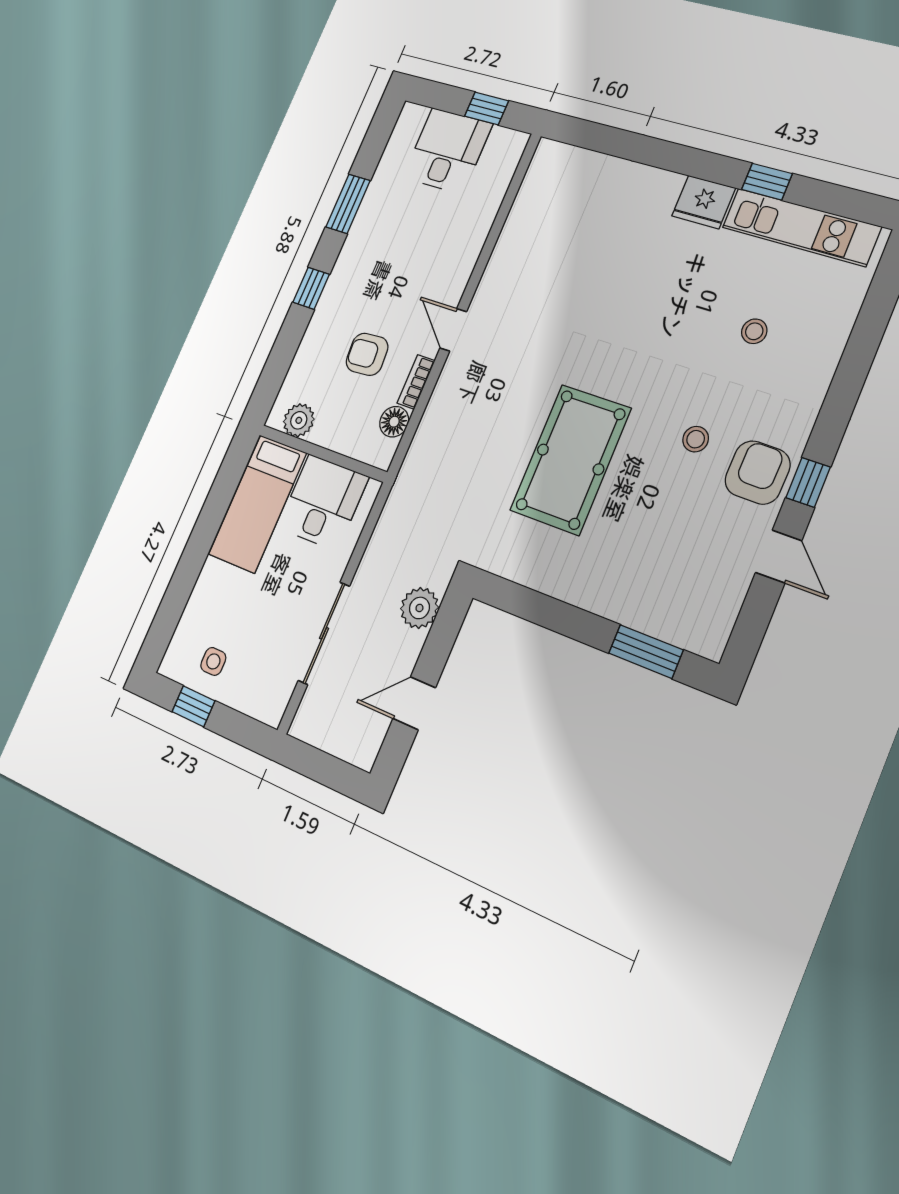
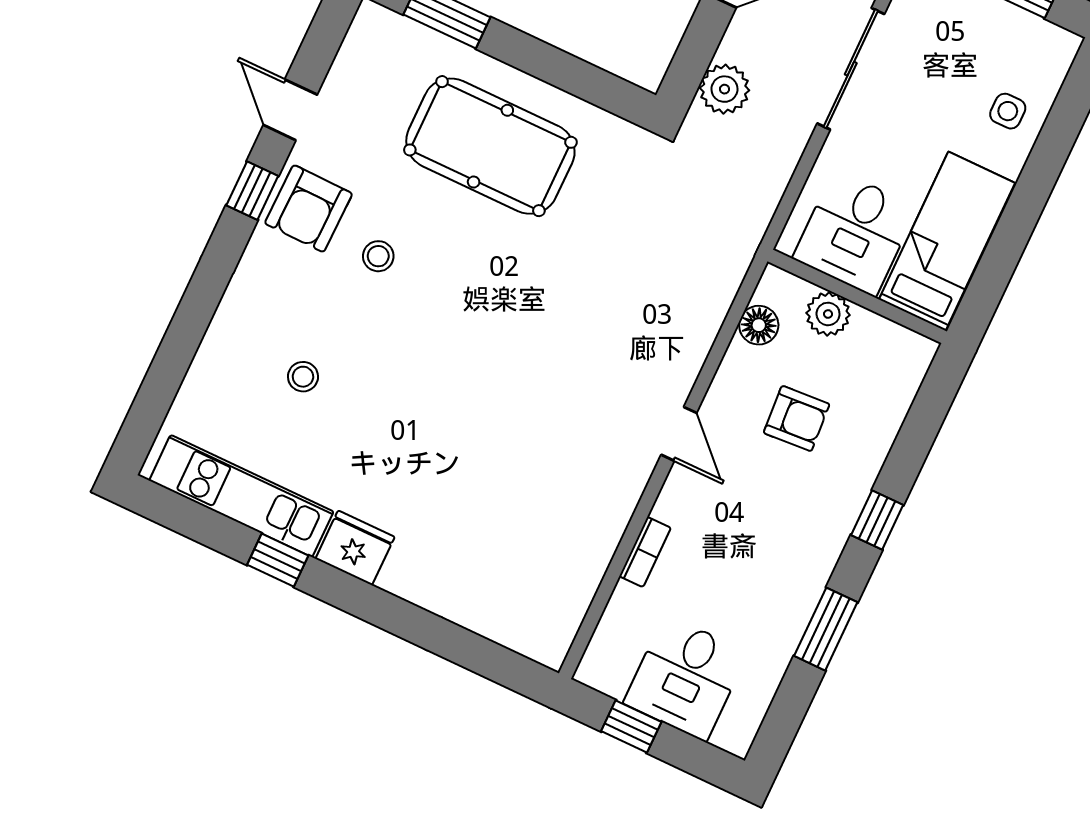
bookcase: (416, 382) -> (645, 552), moved
plant: (299, 420) -> (828, 314), moved
pool table: (570, 459) -> (490, 146), moved, turned 90
side table: (213, 661) -> (1008, 111), moved

